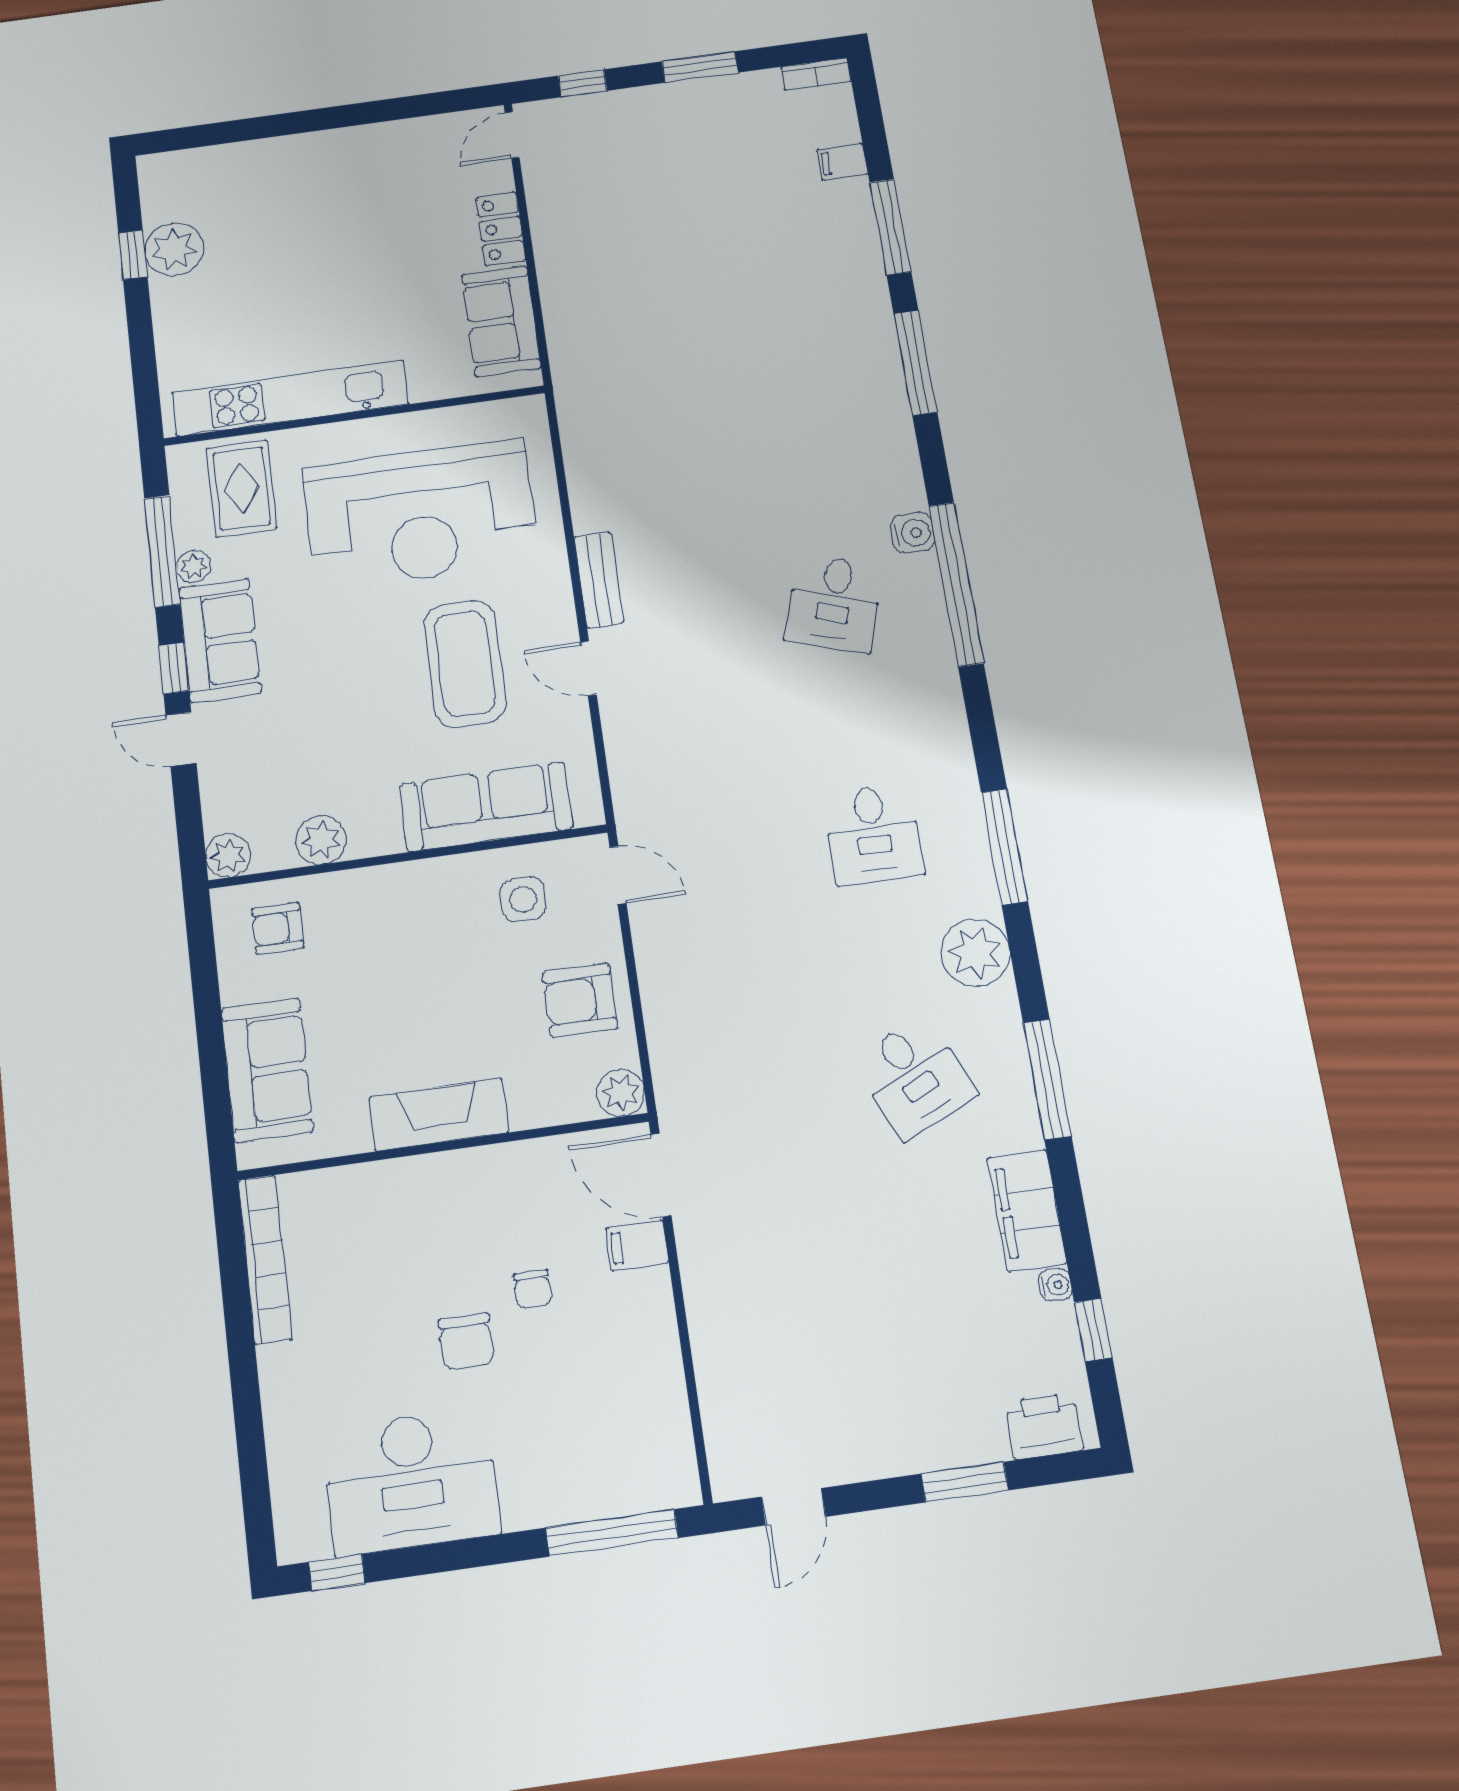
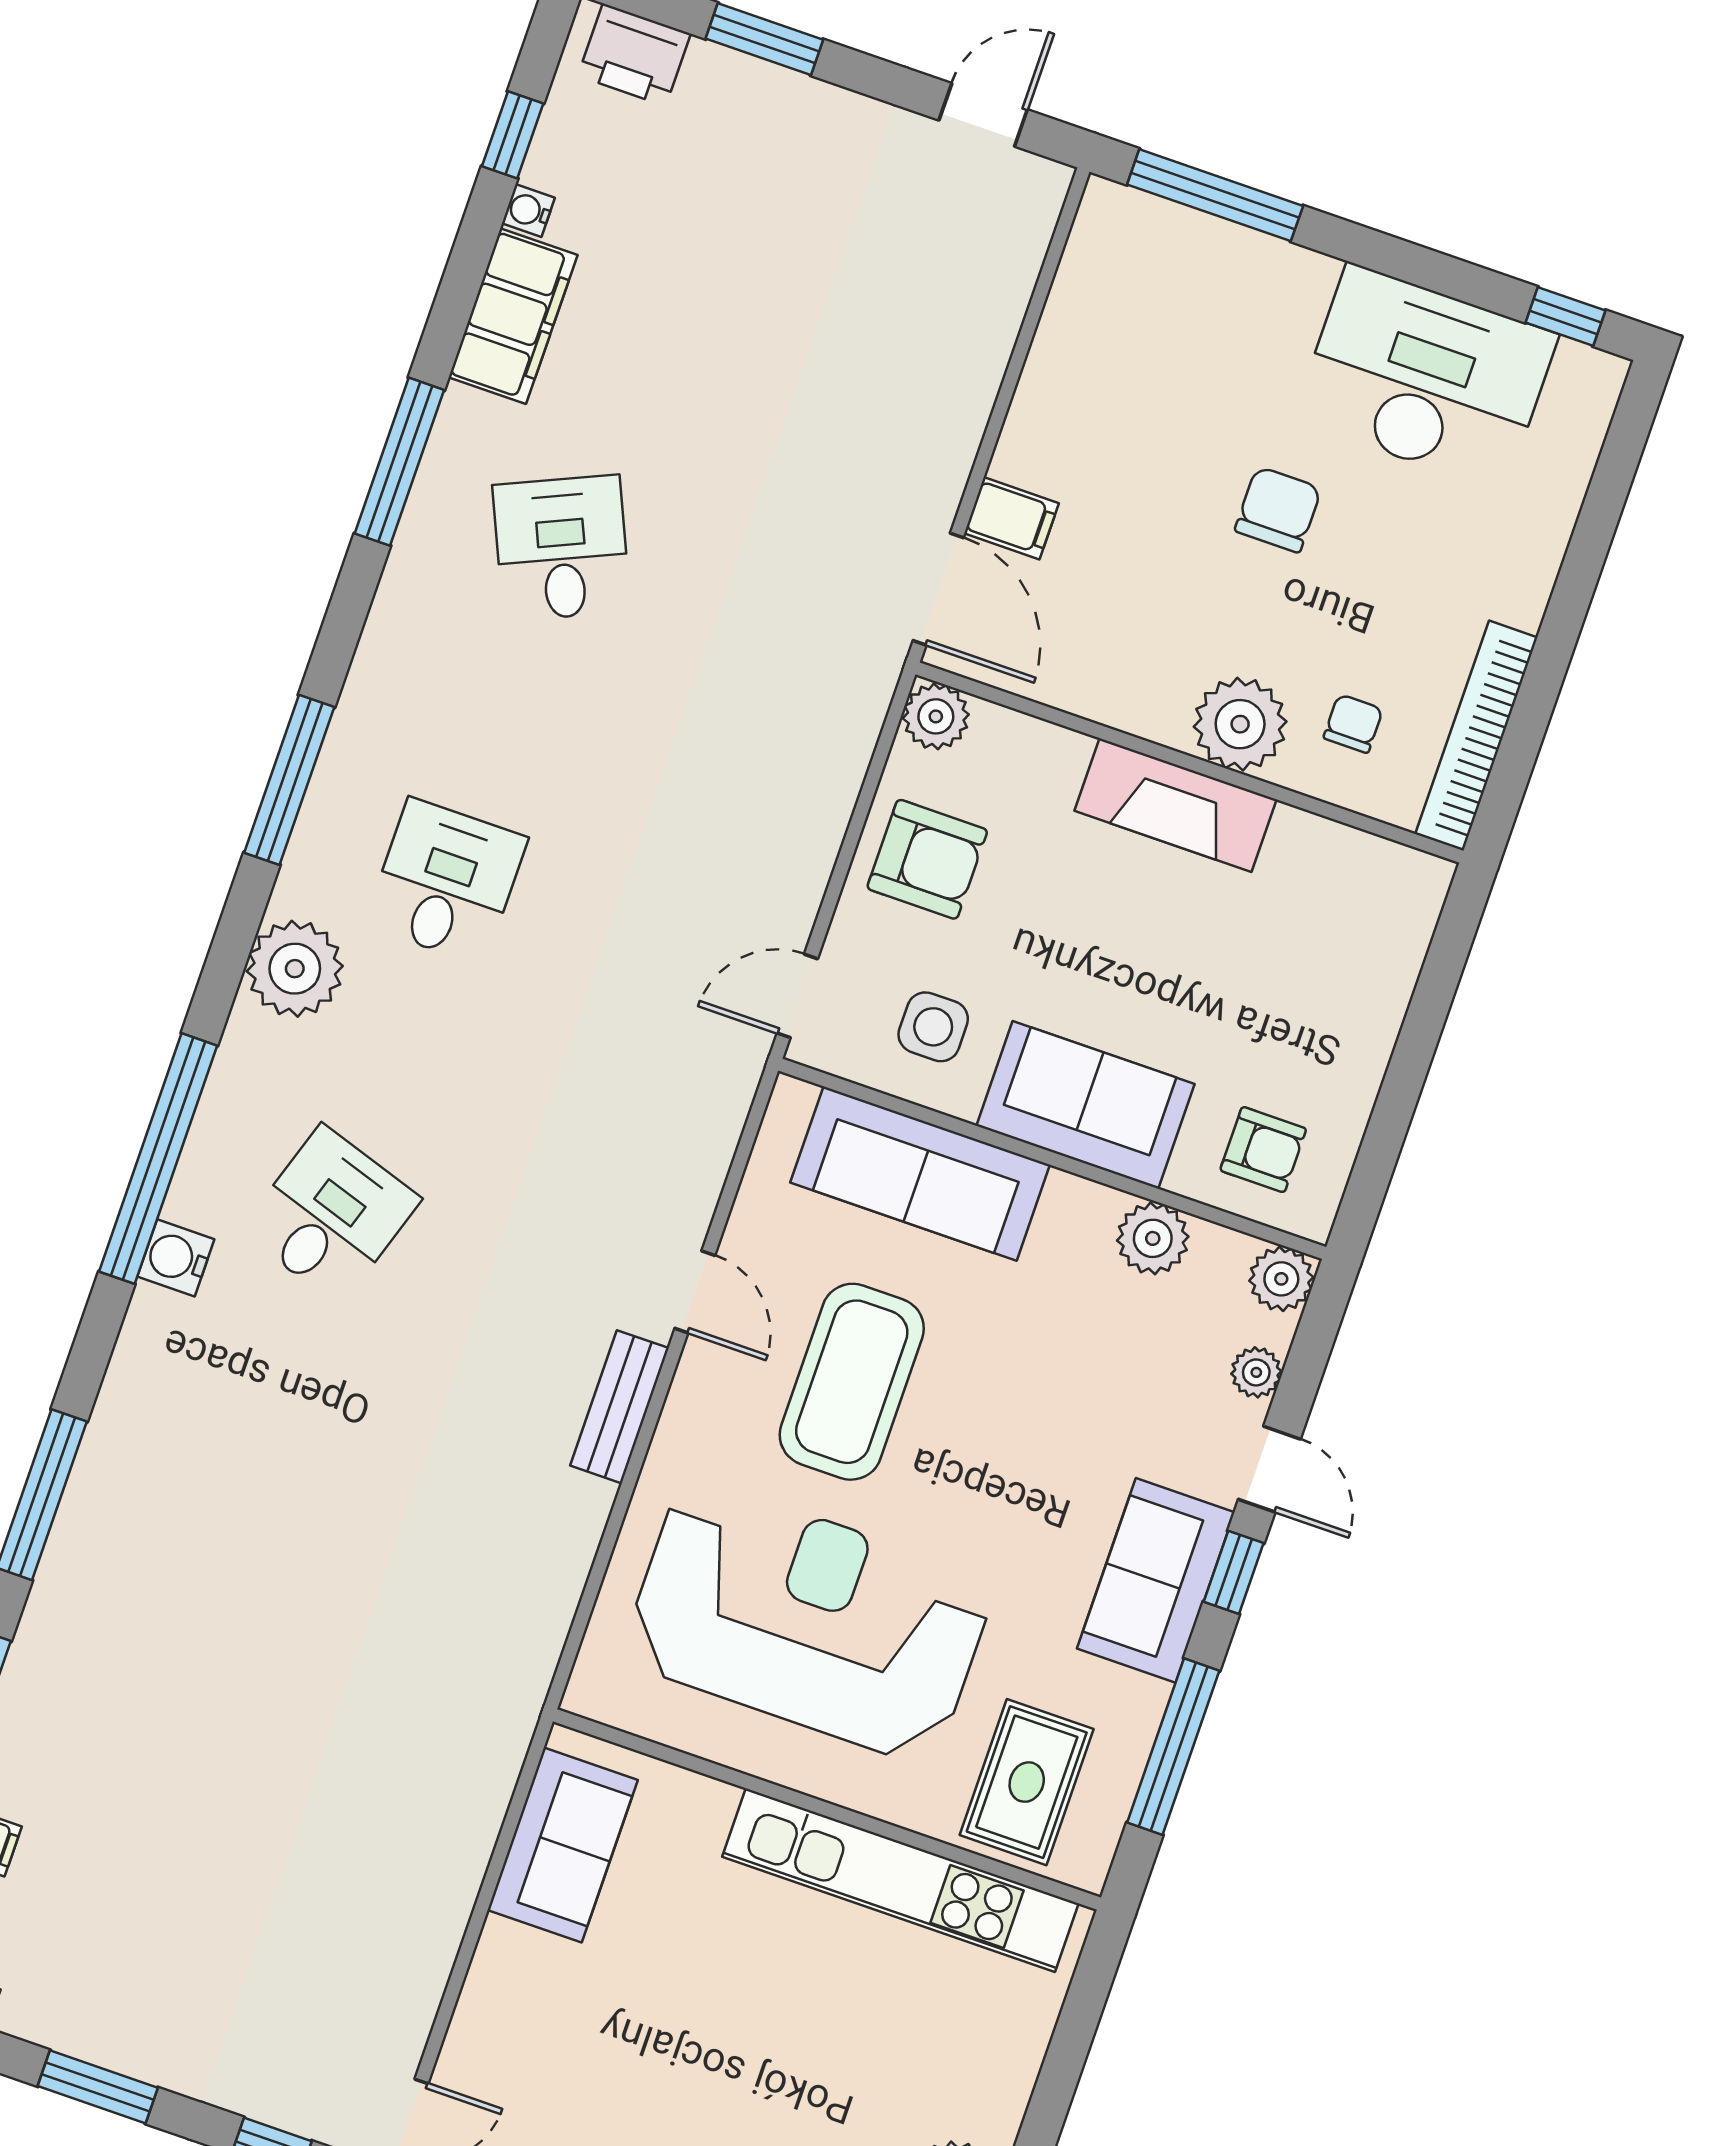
locker: (501, 229) -> (495, 1983), removed
plant: (194, 566) -> (1256, 1372), moved
door: (618, 875) -> (797, 996), hinge flipped
plant: (976, 953) -> (295, 969), moved
sofa: (267, 1070) -> (1085, 1105), moved, turned 90
plant: (423, 1188) -> (1240, 724), added
chair: (532, 1289) -> (1353, 724), moved

